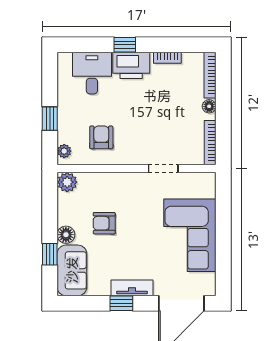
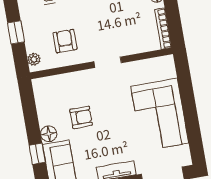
doorway: (163, 169) -> (108, 62), moved
plant: (67, 182) -> (41, 87), removed
armchair: (104, 223) -> (81, 117), turned 180

